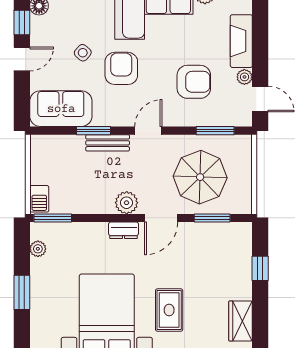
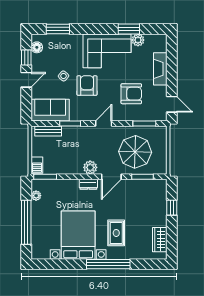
plant: (244, 77) -> (162, 91), removed
bench: (108, 143) -> (48, 131), moved
window: (22, 292) -> (26, 222), width x2.11

